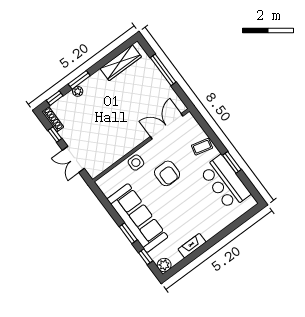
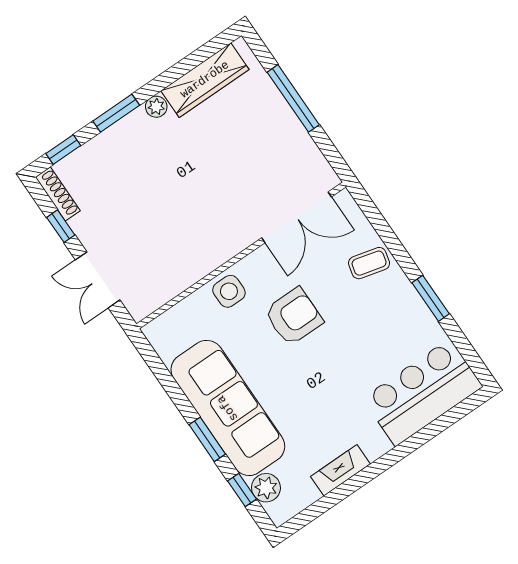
plant: (78, 91) -> (156, 107), moved
double door: (167, 126) -> (297, 217), swing flipped
armchair: (167, 173) -> (294, 316), turned -90
bar counter: (225, 182) -> (423, 392), moved, turned 90
plant: (164, 265) -> (266, 488), moved

